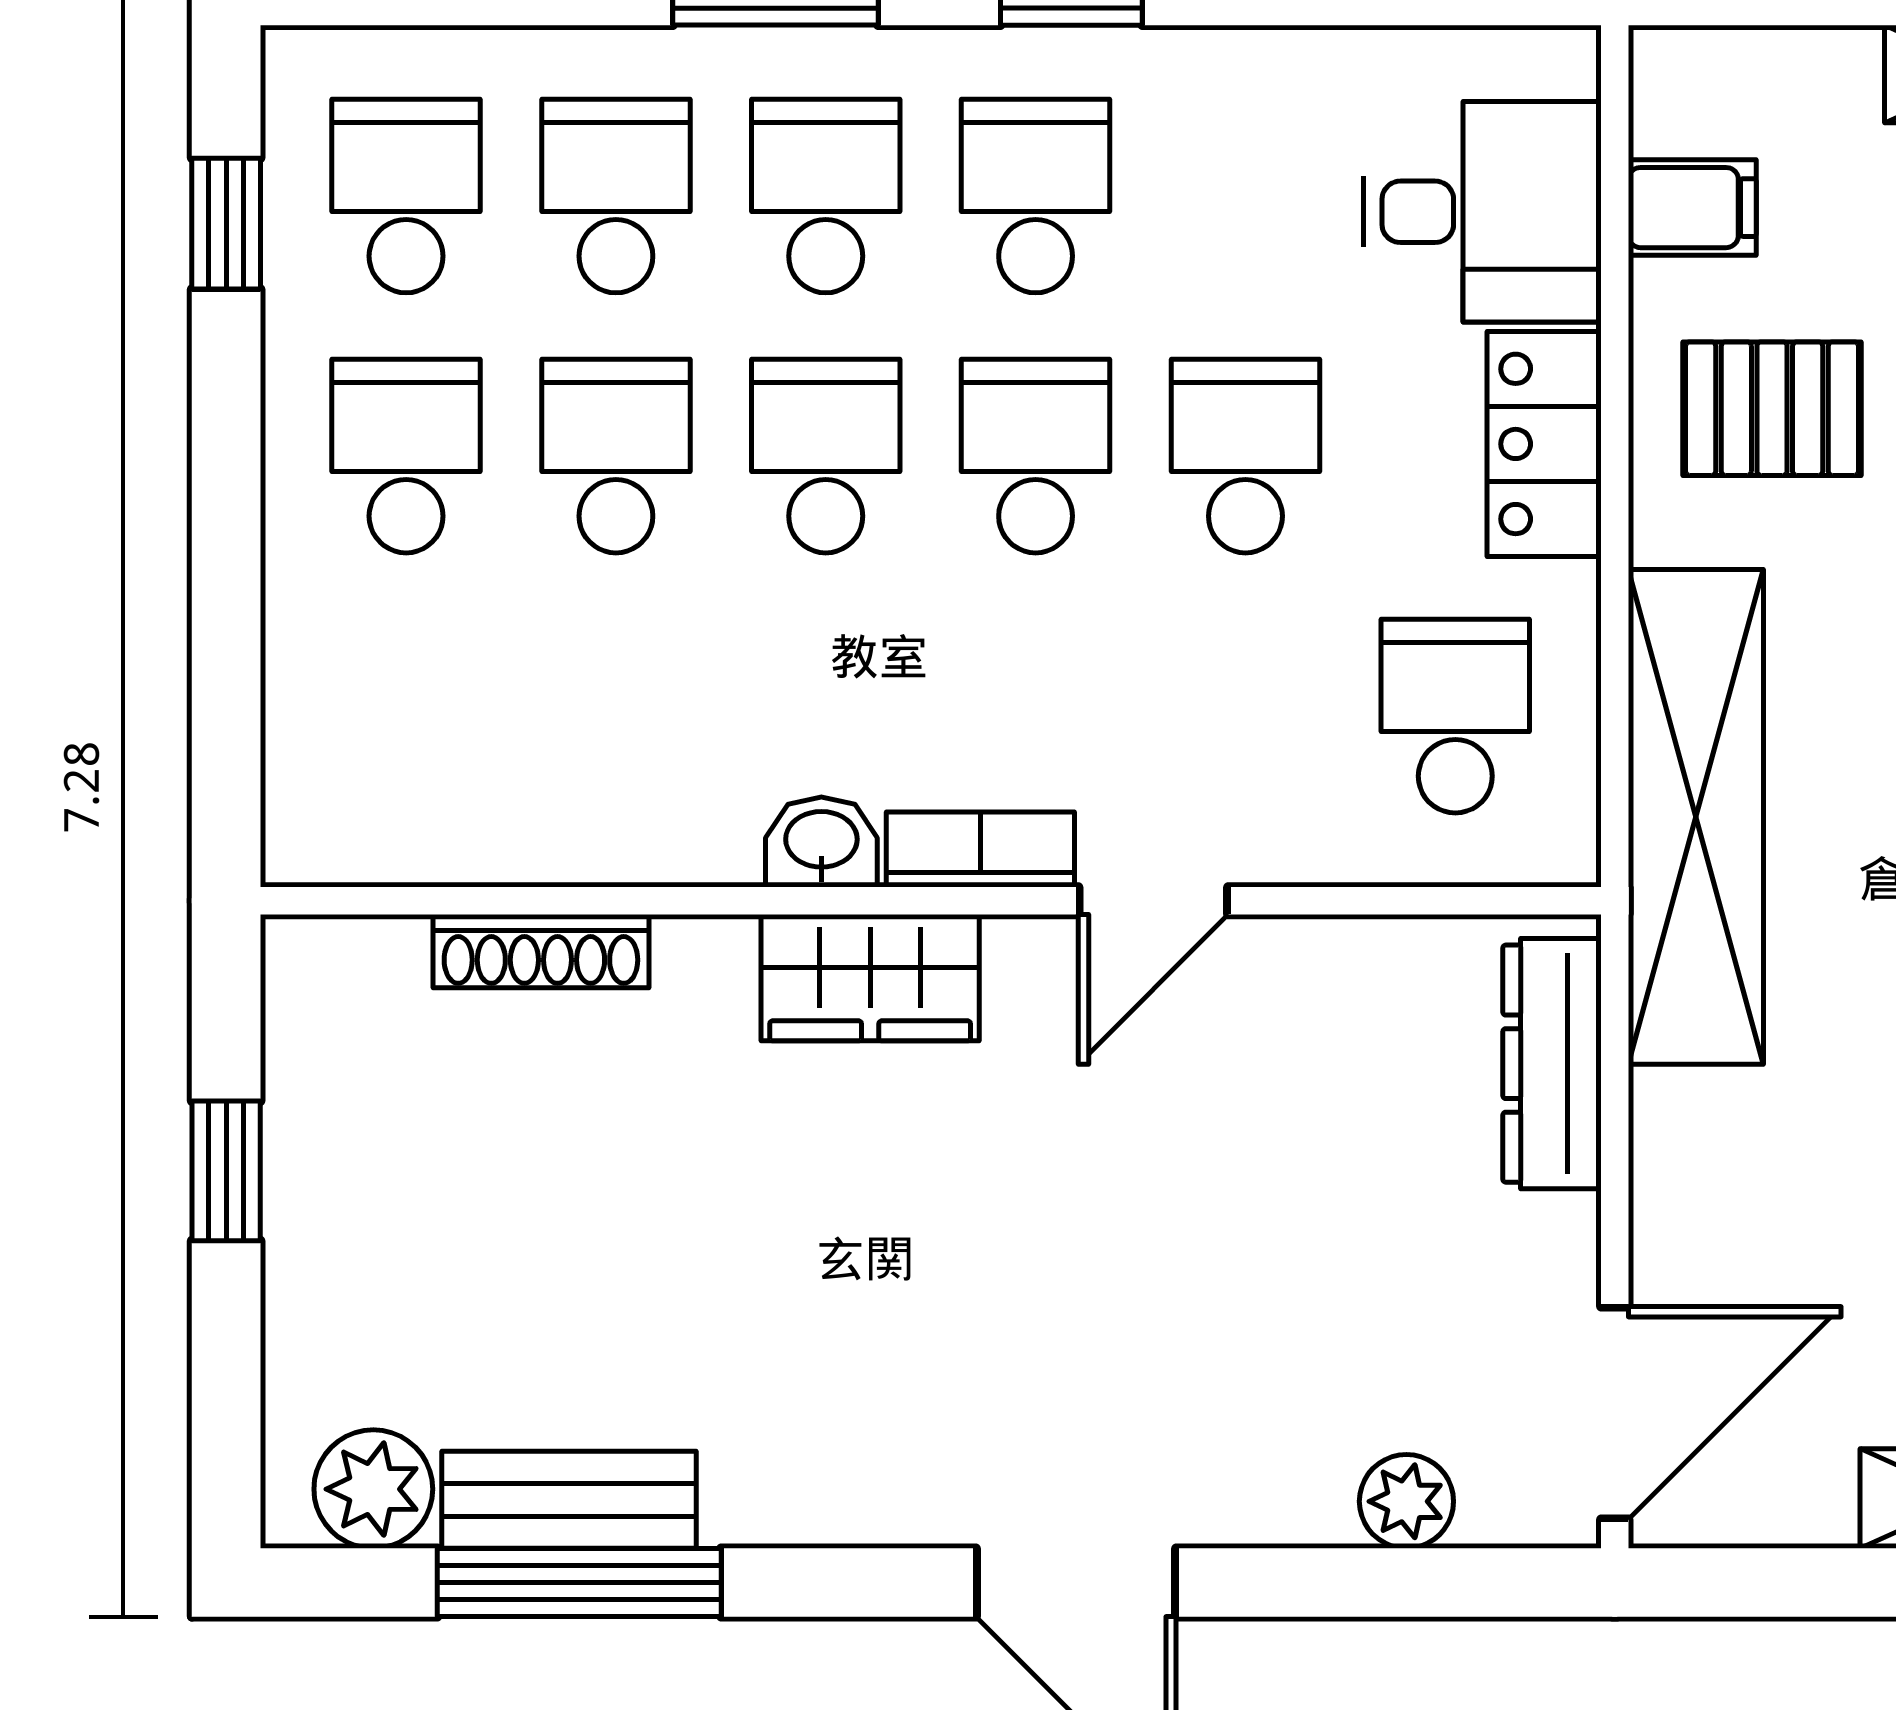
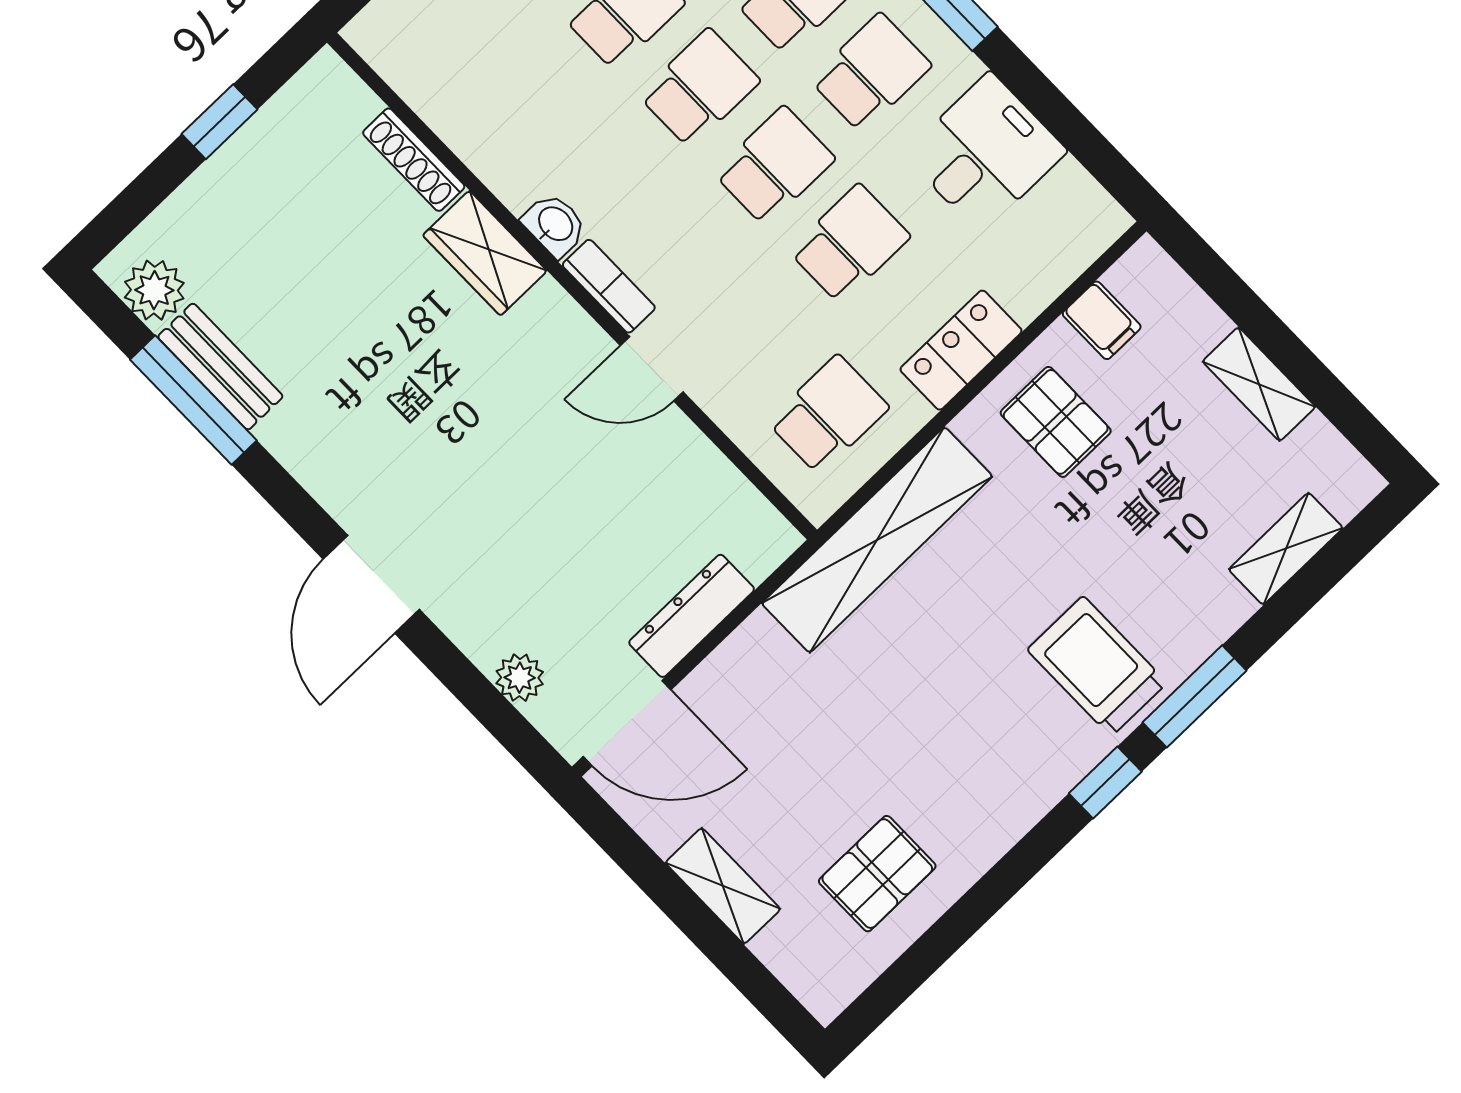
desk: (1482, 212) -> (985, 153), moved, turned -90
wardrobe: (870, 978) -> (485, 253), moved
dresser: (1552, 1064) -> (692, 616), moved

